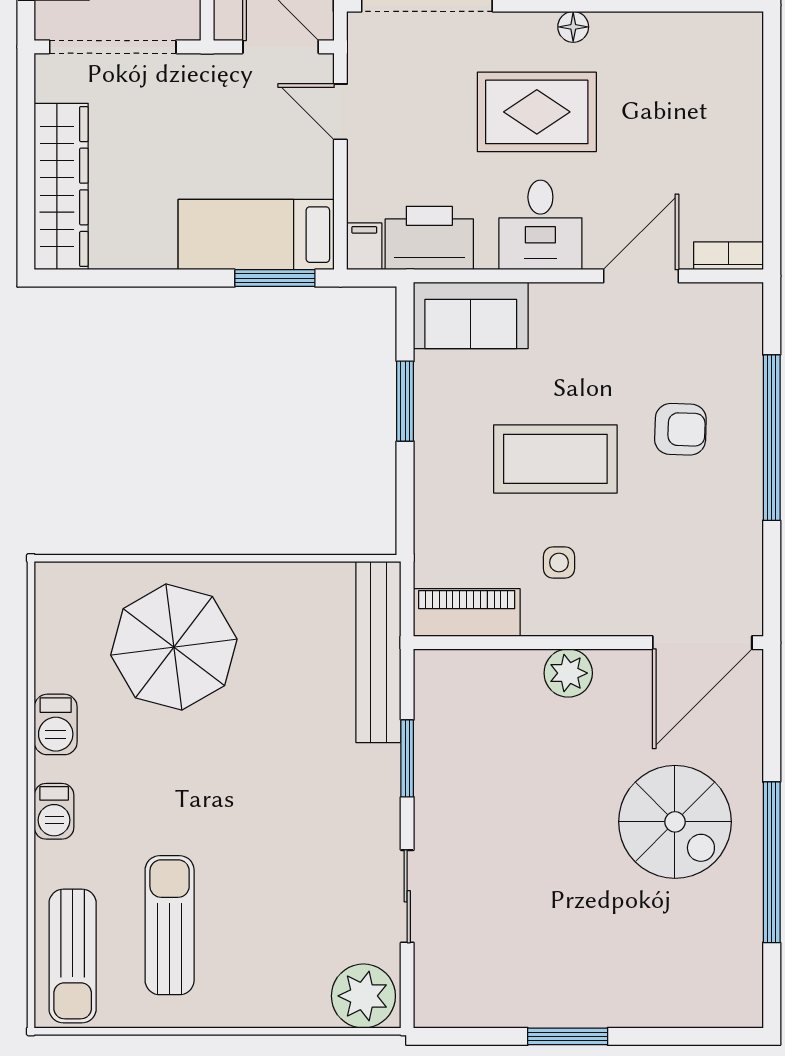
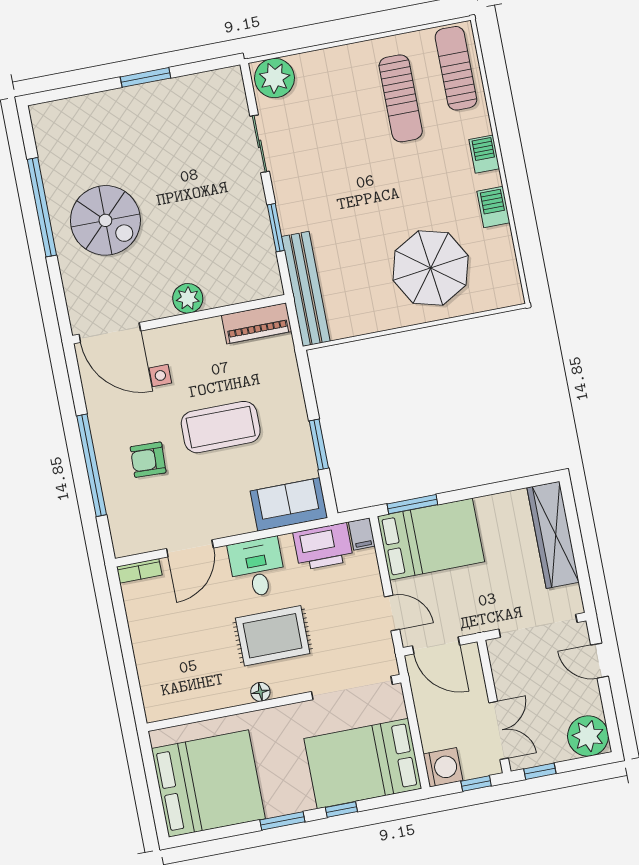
bed: (256, 235) -> (431, 539), width x1.50
side table: (559, 563) -> (160, 375), moved
door: (702, 643) -> (110, 333), swing flipped
spiral stairs: (675, 822) -> (105, 220), turned 180

